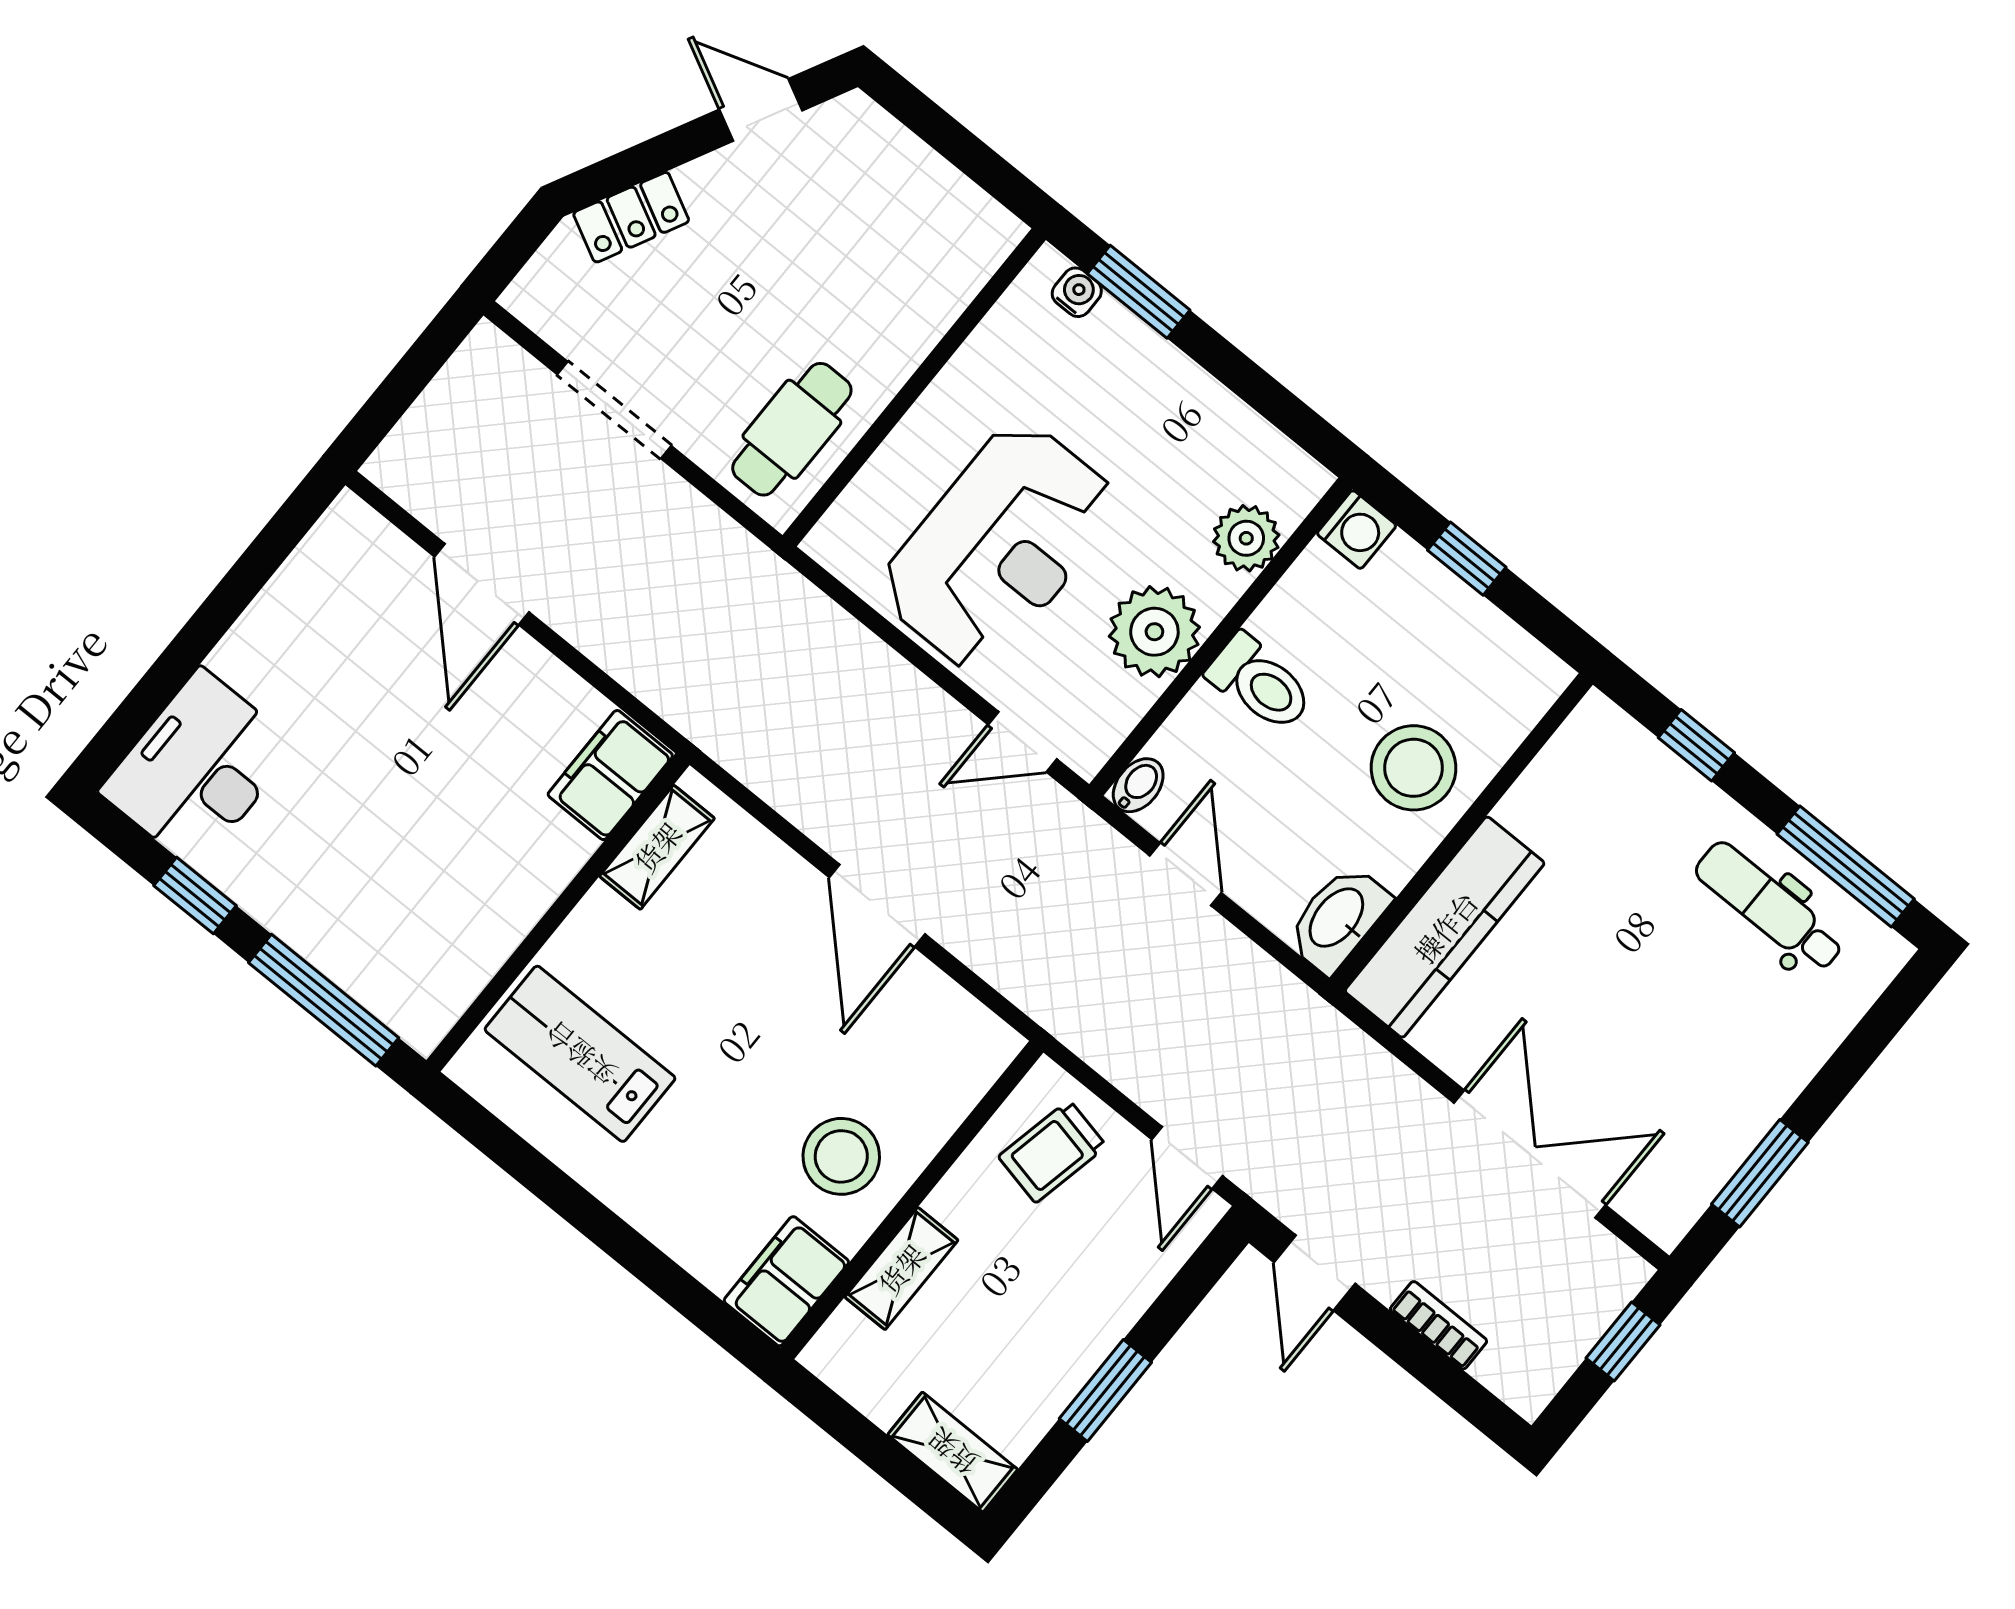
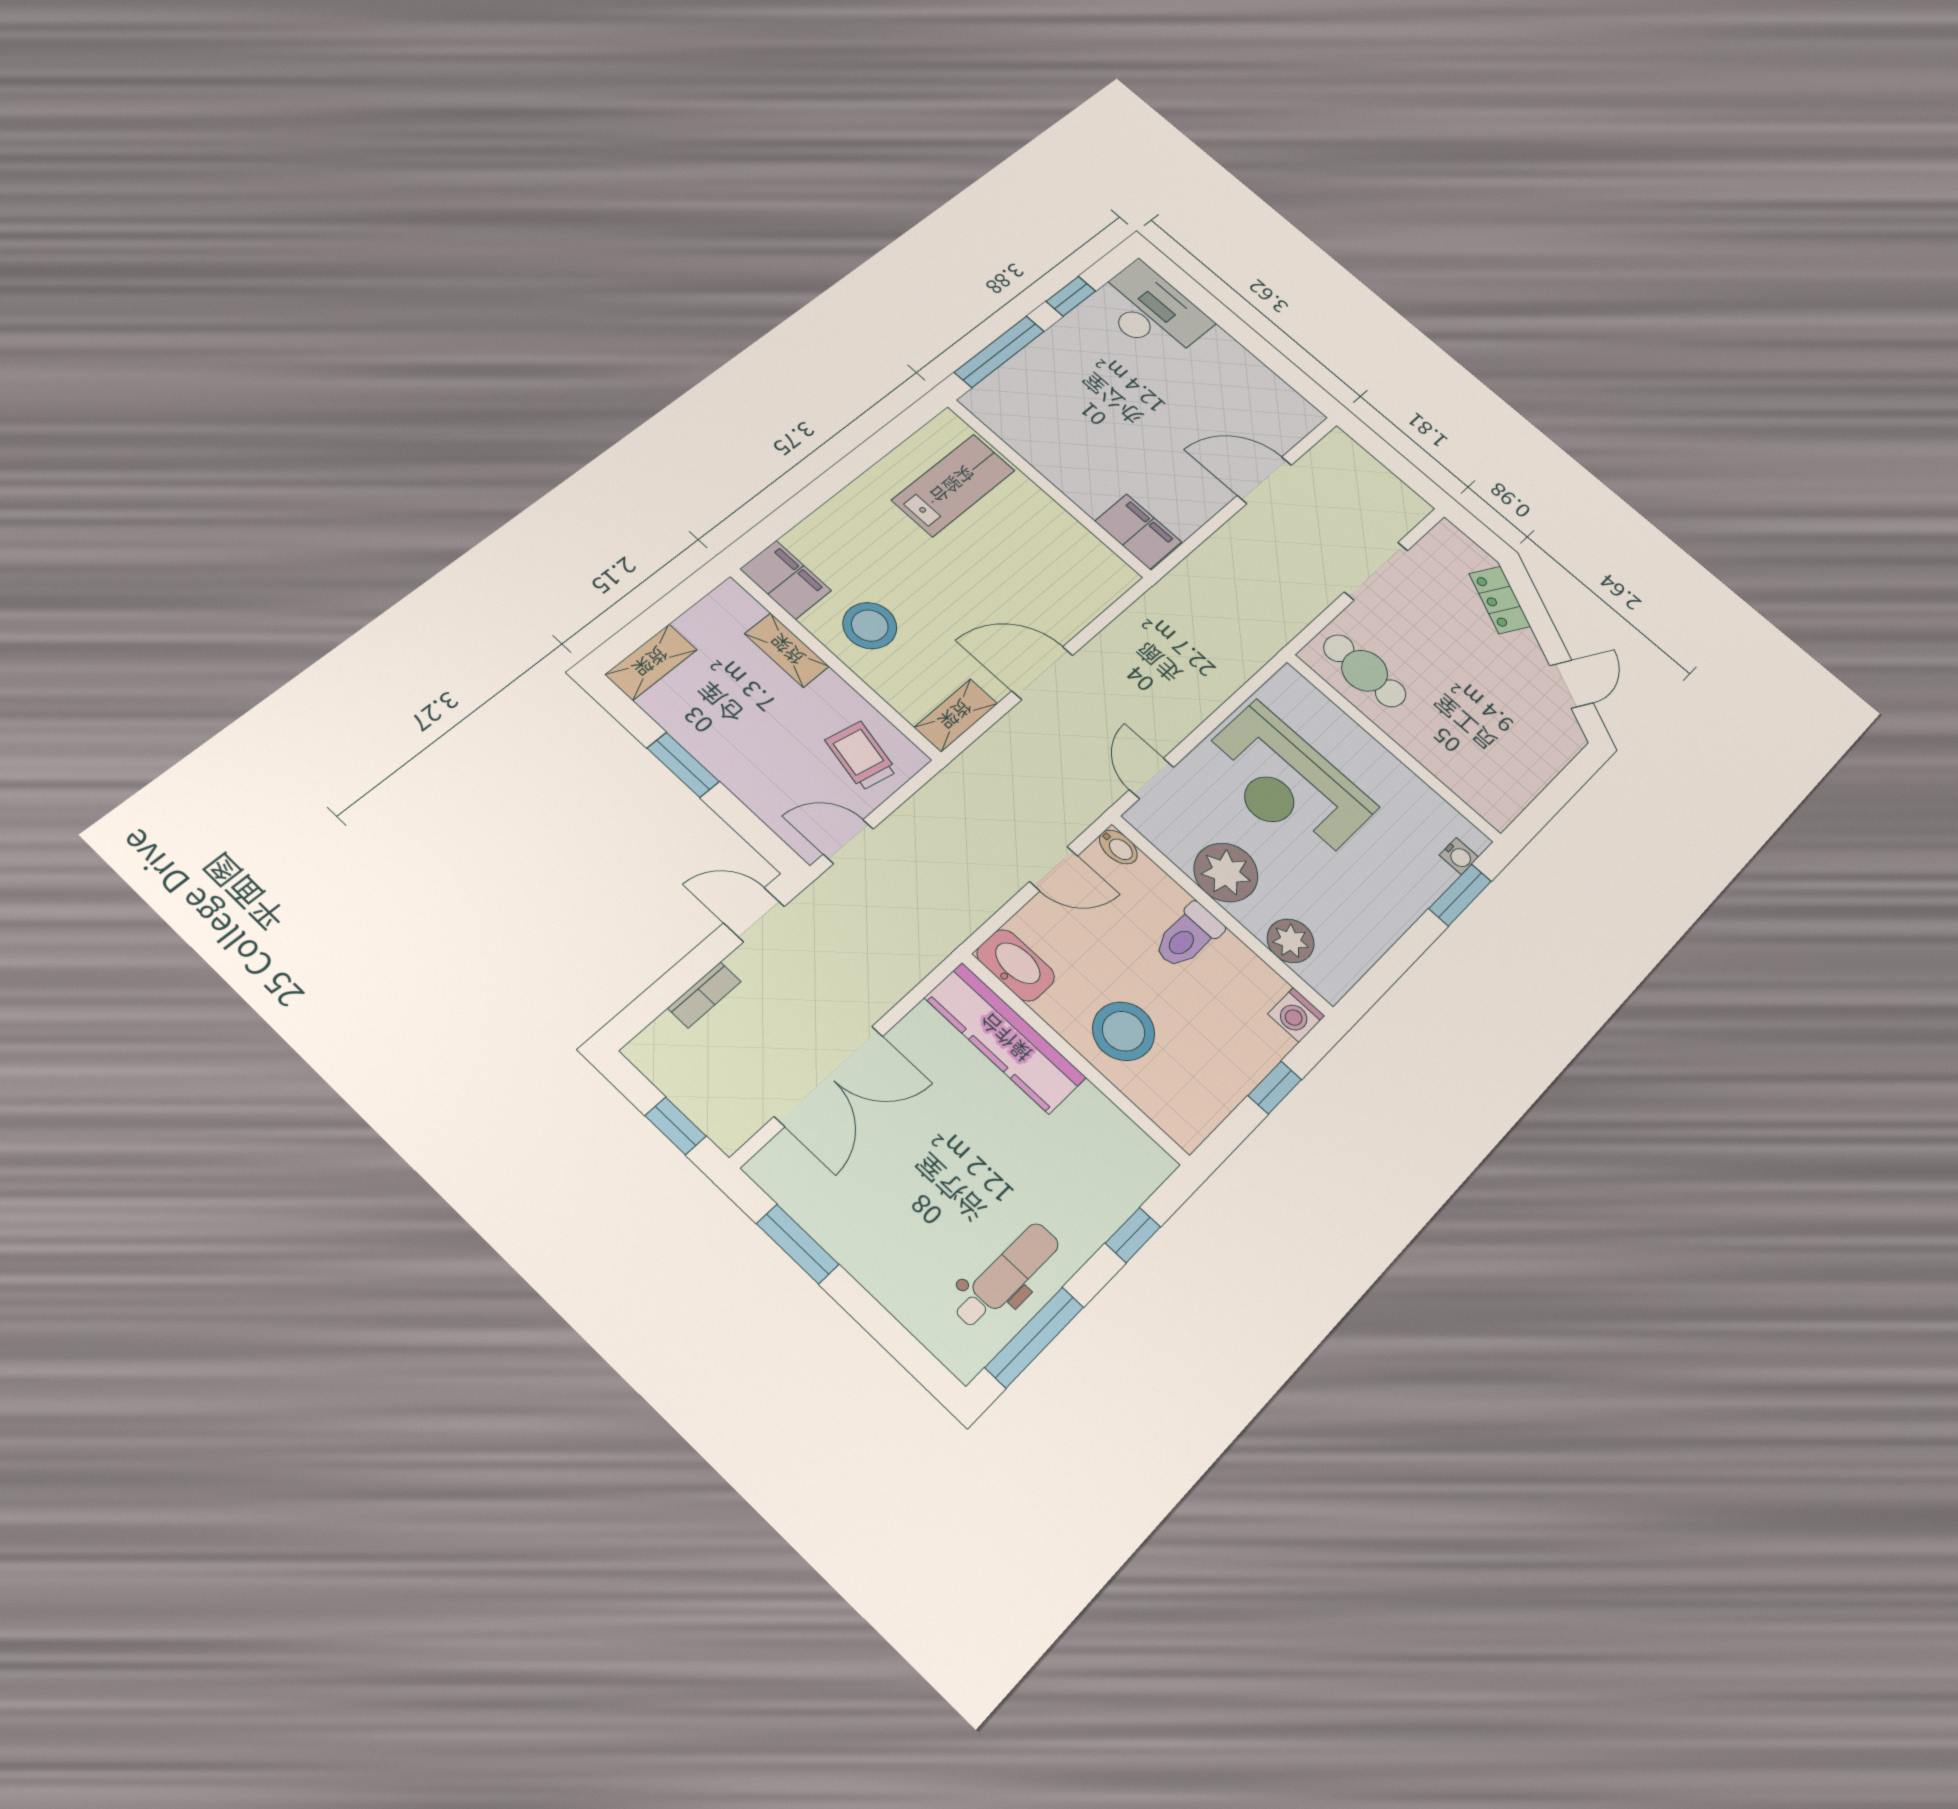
shelving: (657, 847) -> (956, 715), moved, turned 90

